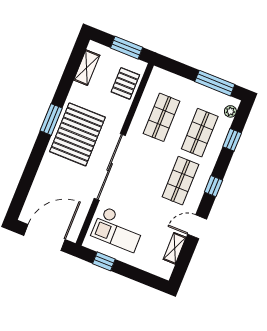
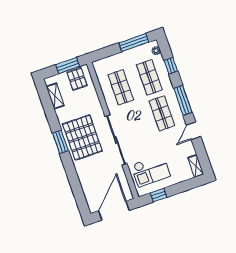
pallet: (125, 83) -> (77, 79), moved
window: (213, 186) -> (183, 100), width x2.17
shelving: (175, 248) -> (196, 166), moved

